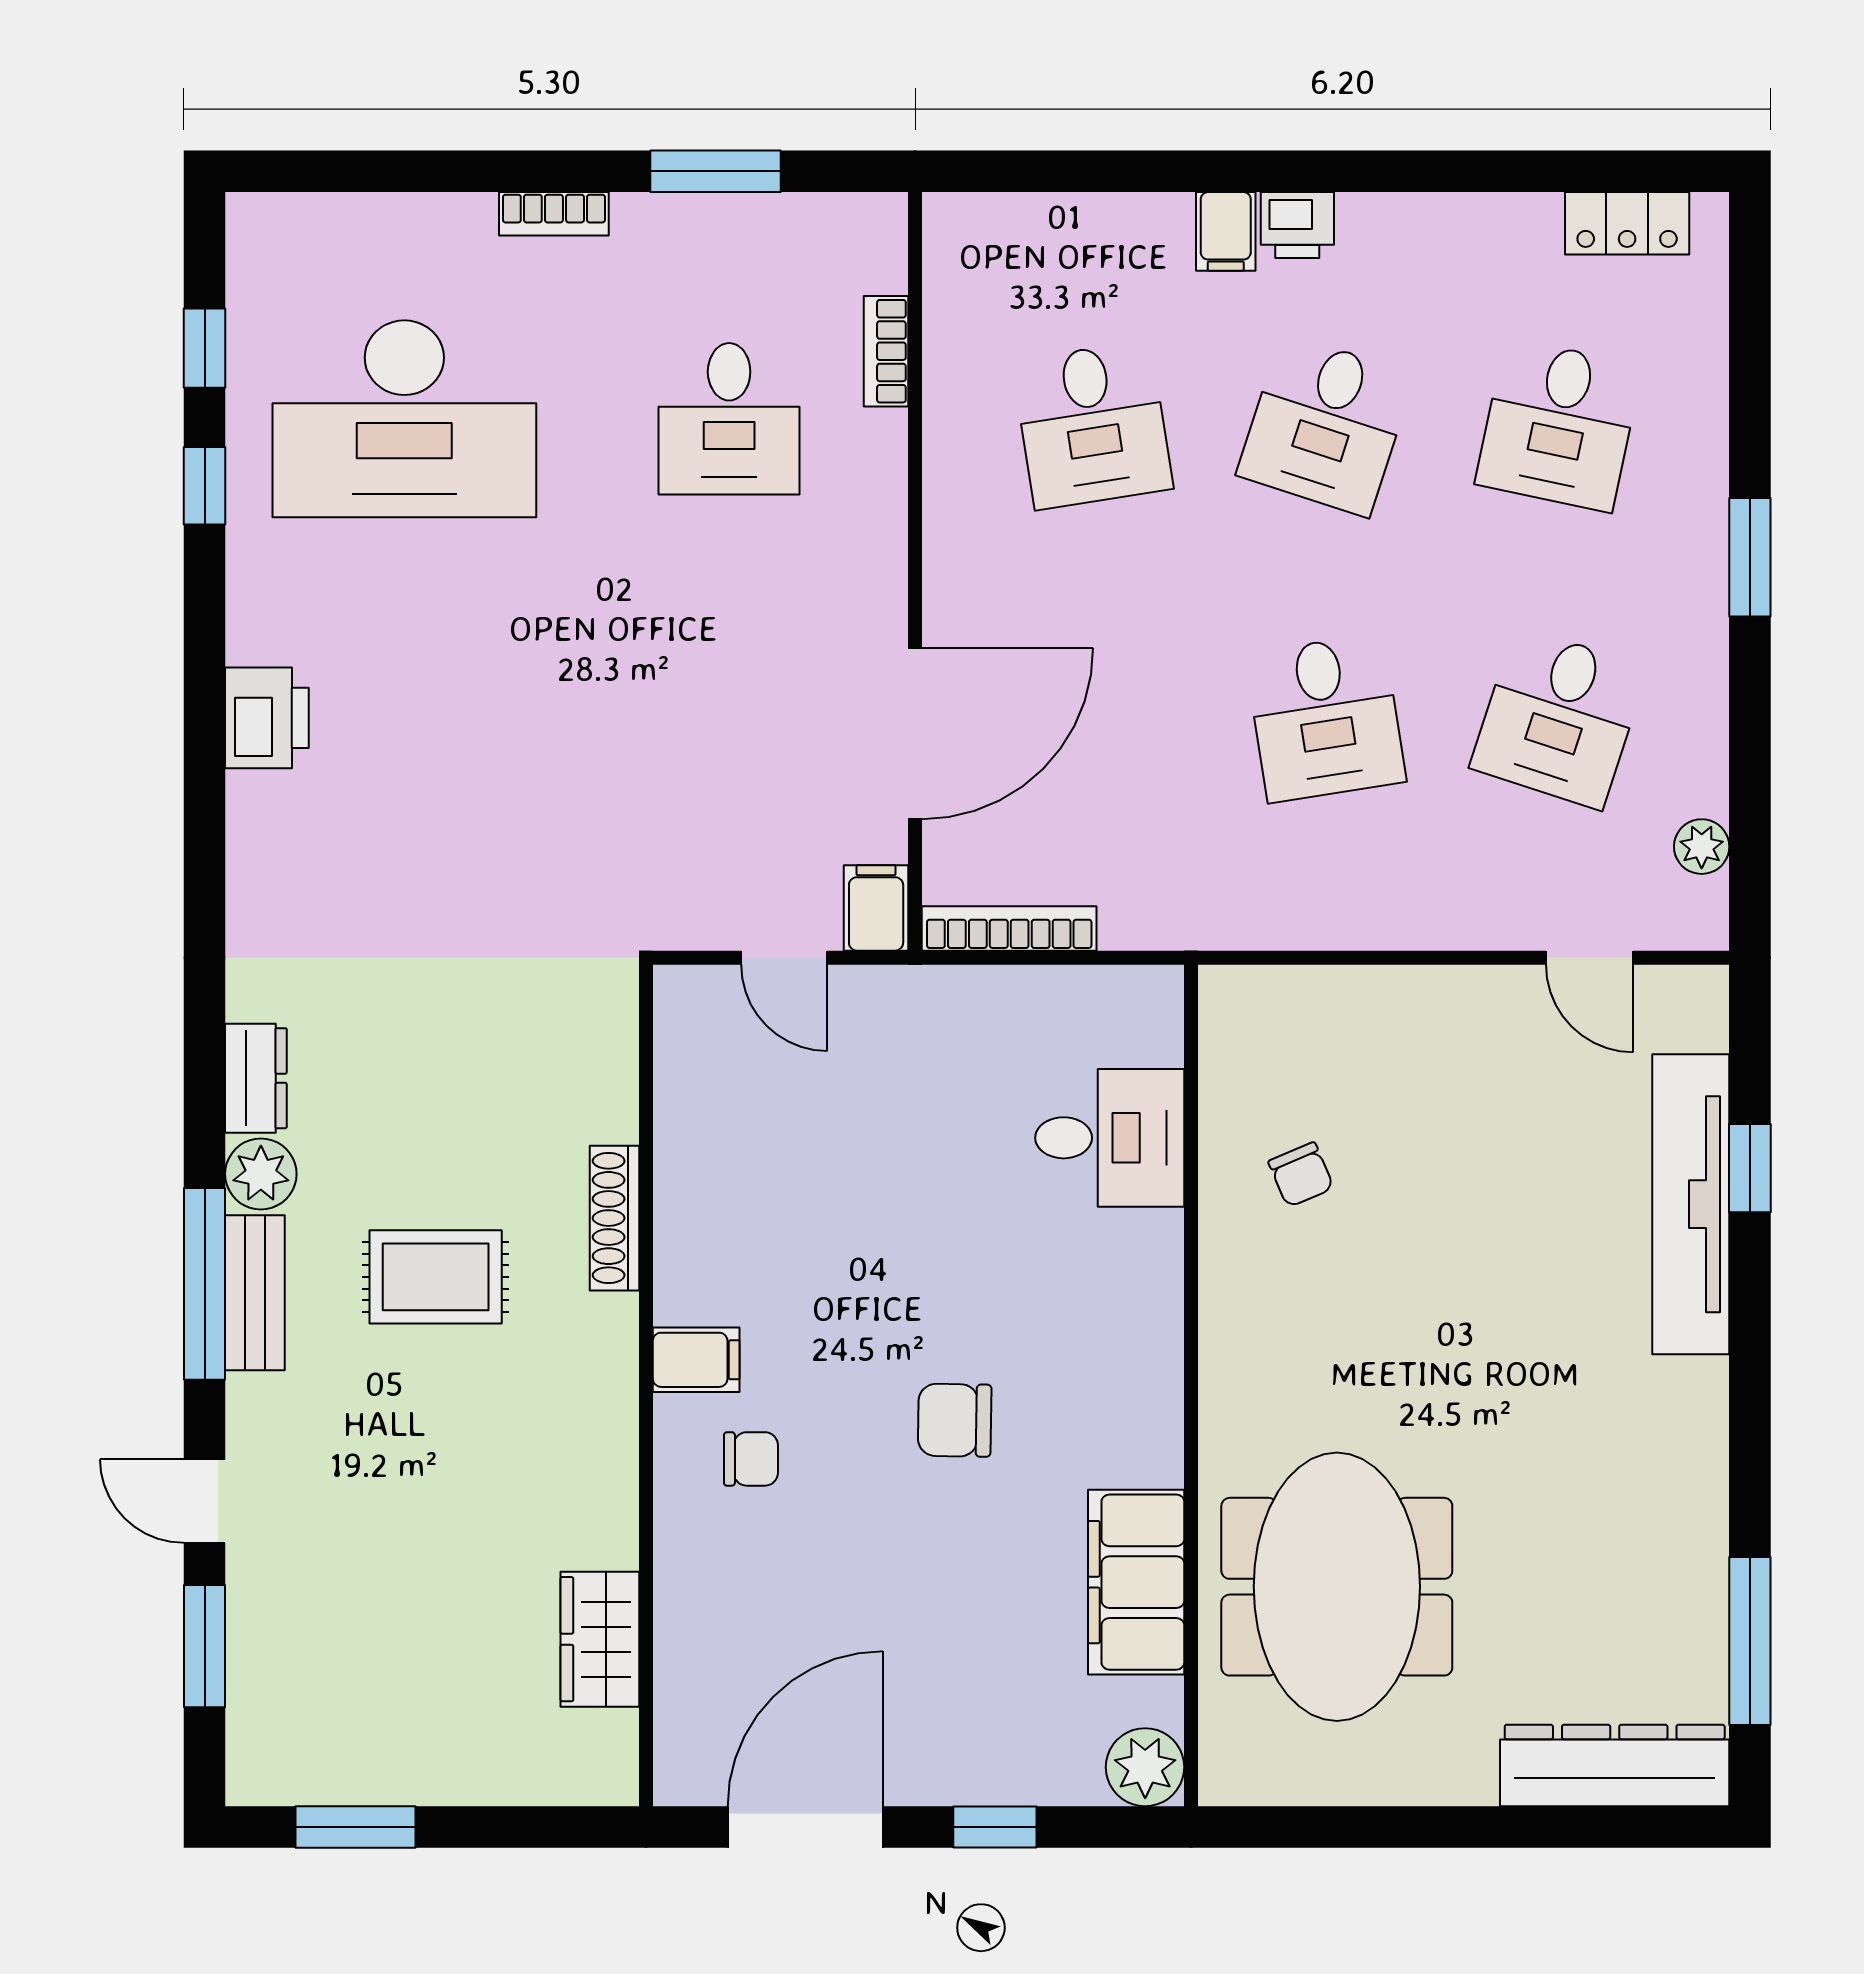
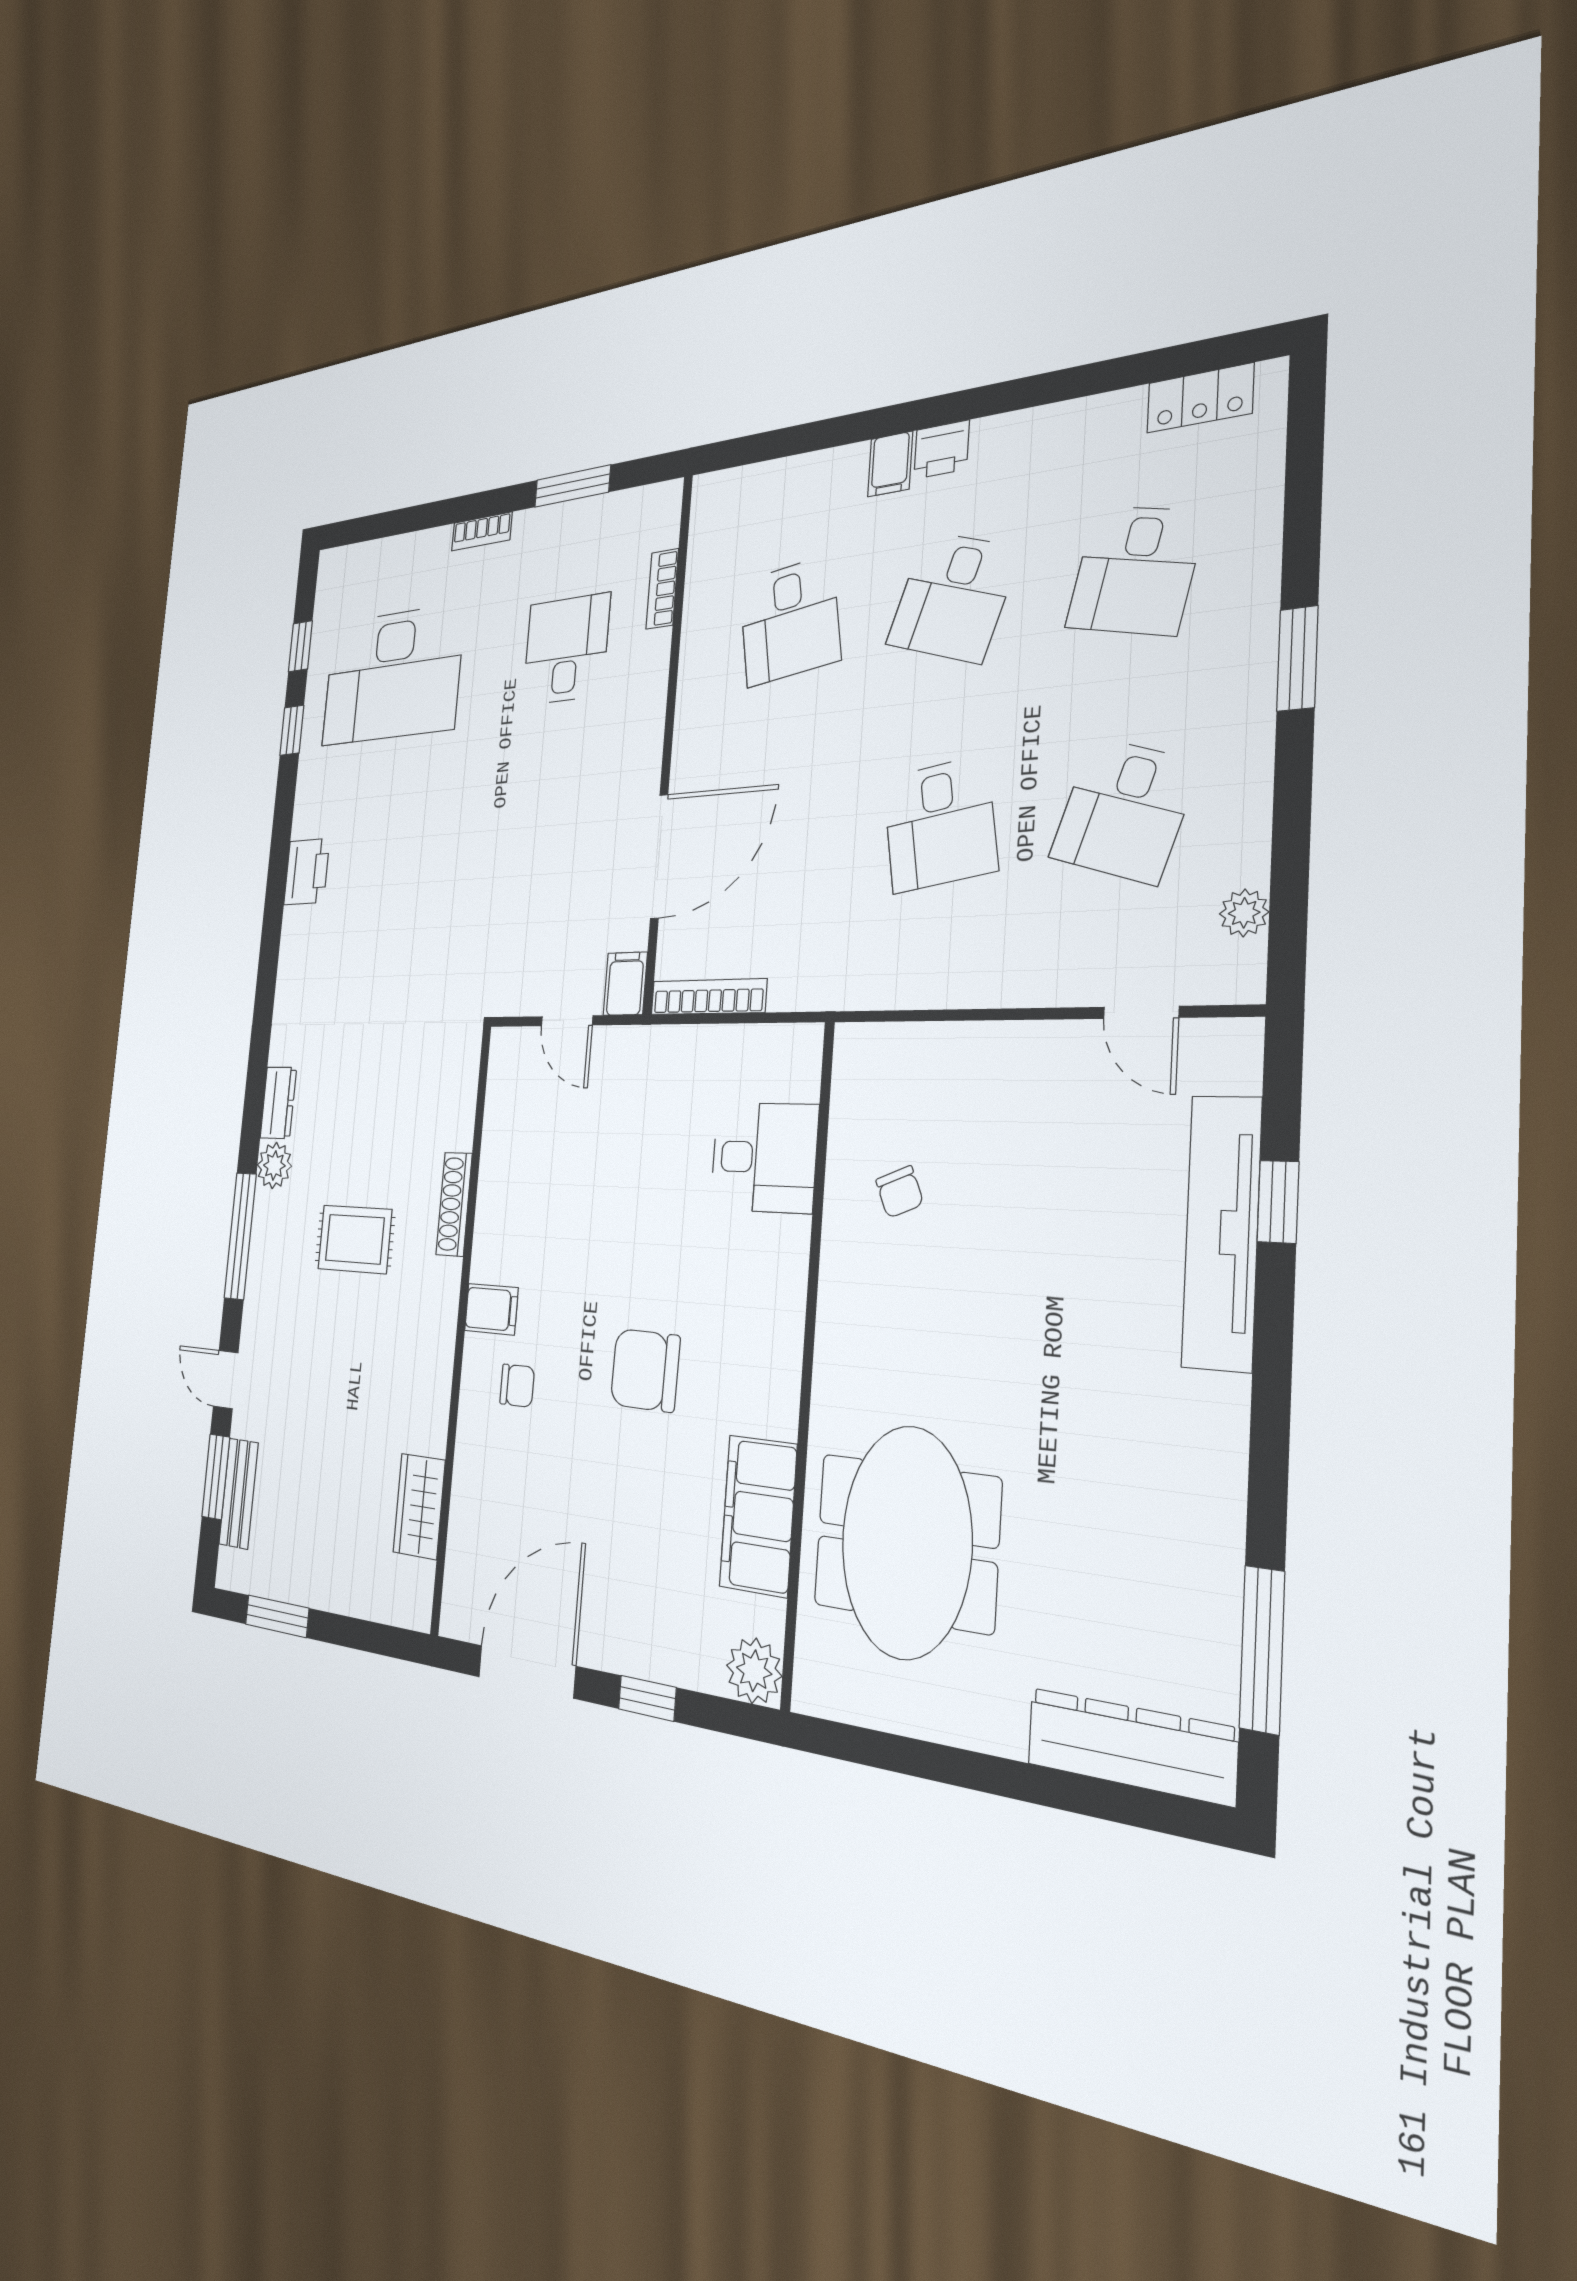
desk: (729, 419) -> (566, 649), turned 180
bench: (255, 1293) -> (239, 1493), moved
chair: (955, 1420) -> (645, 1370), width x1.37, depth x1.37

